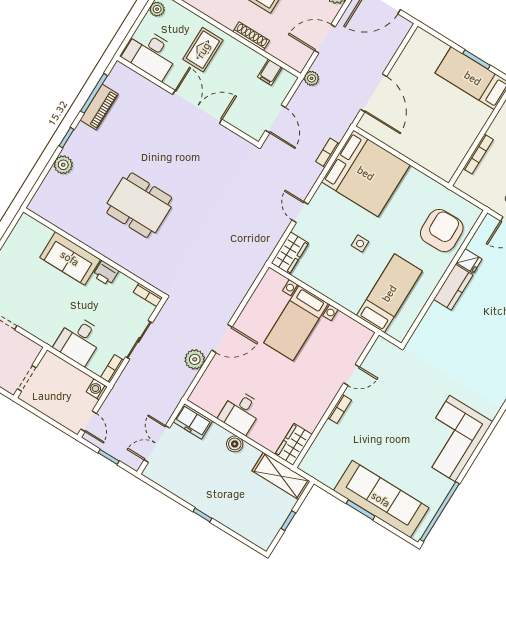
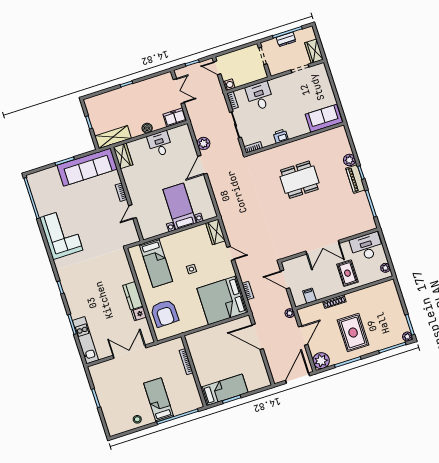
piano: (99, 107) -> (355, 179), moved
sofa: (70, 258) -> (324, 118), moved
sofa: (381, 499) -> (87, 167), moved

